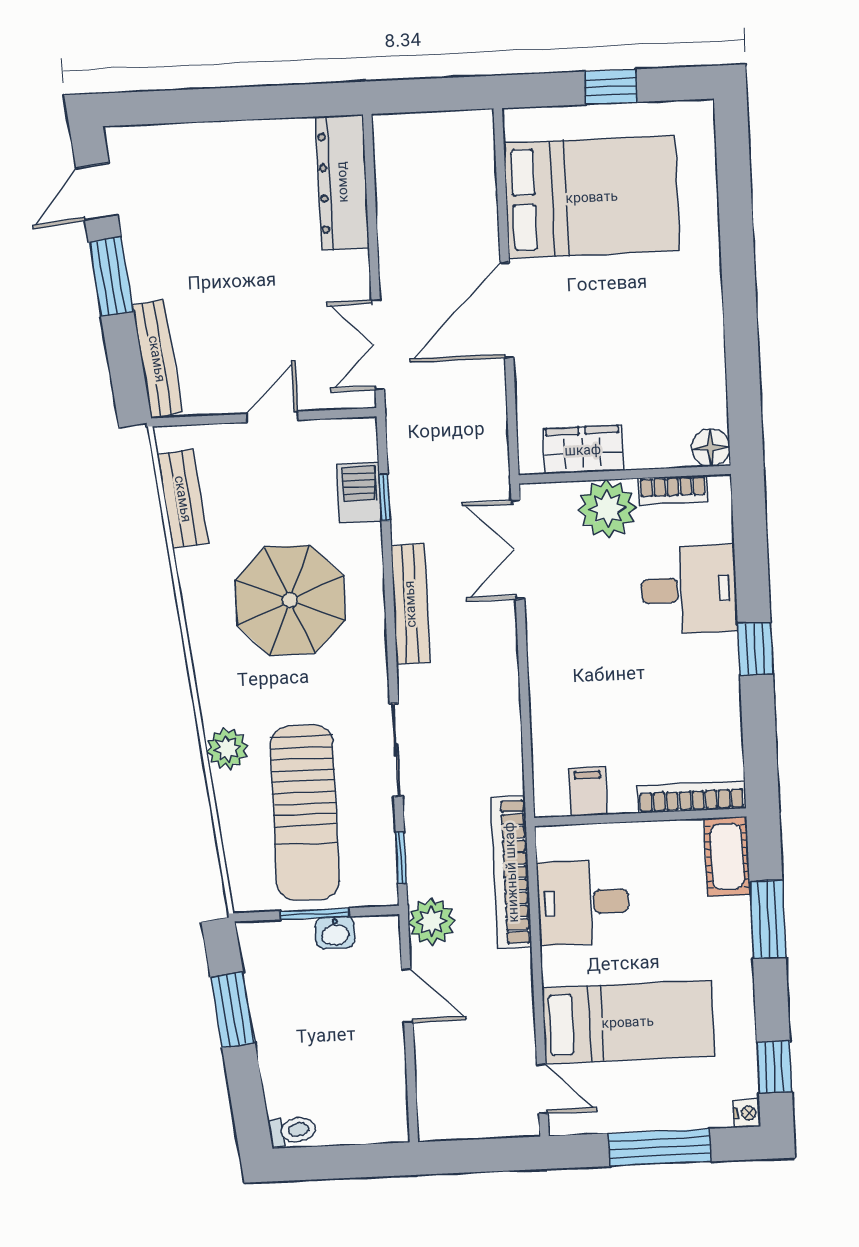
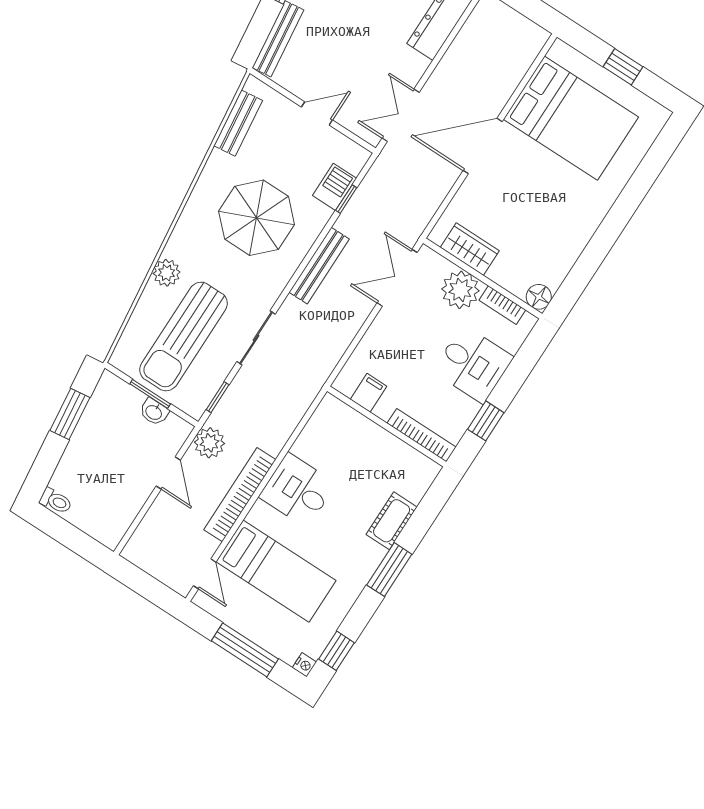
filing cabinet: (588, 792) -> (368, 393), moved
bookcase: (692, 797) -> (422, 435), moved
wall: (640, 817) -> (387, 426), moved
bookcase: (511, 872) -> (240, 495), moved

